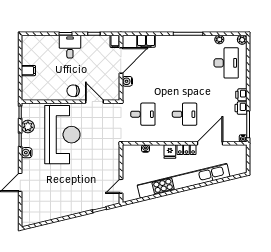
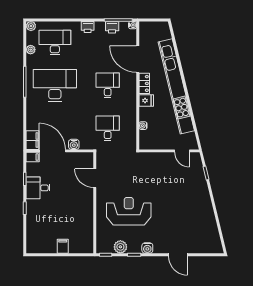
filing cabinet: (146, 41) -> (32, 140), moved
desk: (70, 47) -> (38, 188), moved
desk: (185, 63) -> (55, 85), added
chair: (73, 91) -> (84, 200), removed
door: (94, 102) -> (95, 178), hinge flipped
printer: (241, 108) -> (112, 27), moved
reception desk: (62, 135) -> (129, 211), width x0.74, depth x0.77

